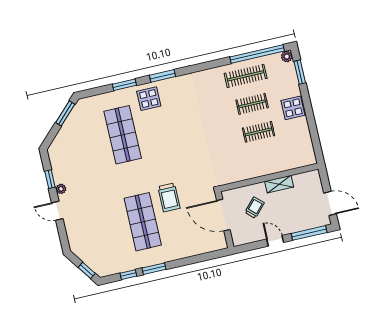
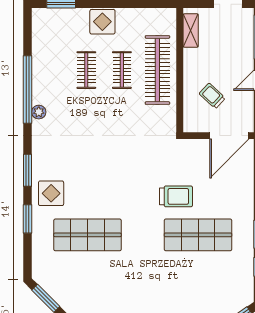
window: (257, 54) -> (28, 90), moved
plant: (287, 57) -> (39, 112), moved
clothes rail: (246, 76) -> (157, 70), moved, width x1.37, depth x1.31
shelving: (279, 184) -> (191, 31), moved
door: (223, 215) -> (229, 136), moved

